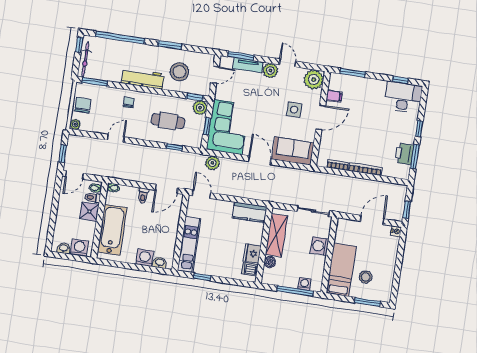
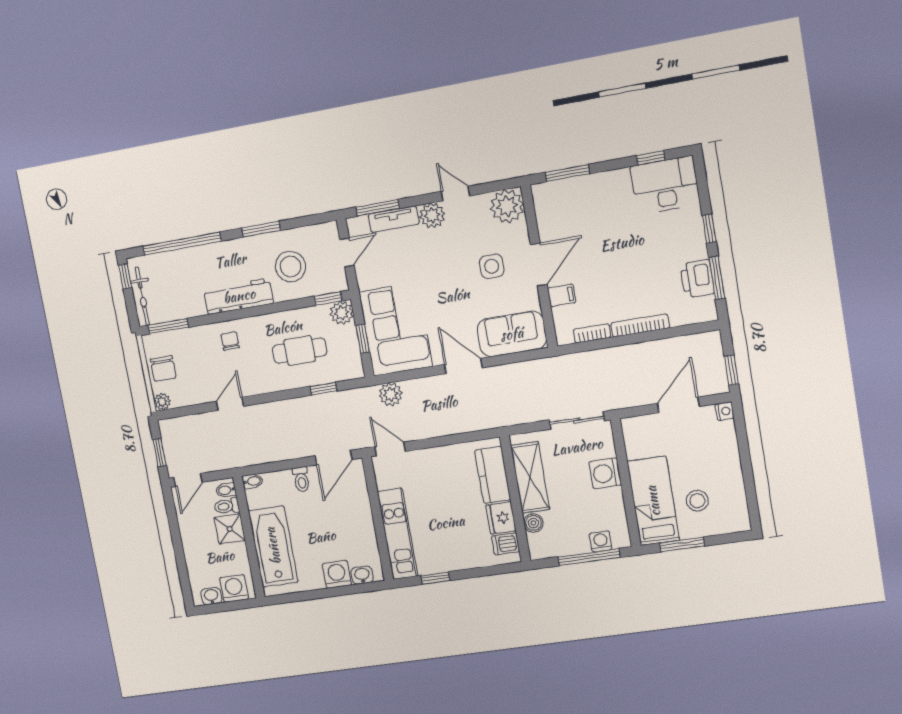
filing cabinet: (334, 96) -> (562, 295), moved
chair: (83, 105) -> (163, 368), turned 180
kitchen counter: (250, 212) -> (493, 475), moved, turned 90
window: (367, 302) -> (682, 544), moved

